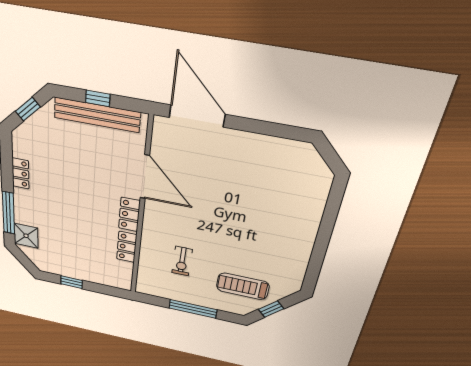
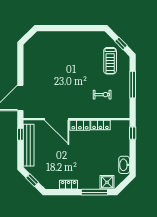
window: (98, 98) -> (20, 134), moved
door: (145, 177) -> (57, 119), swing flipped
washbasin: (56, 267) -> (124, 165), added
window: (72, 282) -> (133, 133), moved

